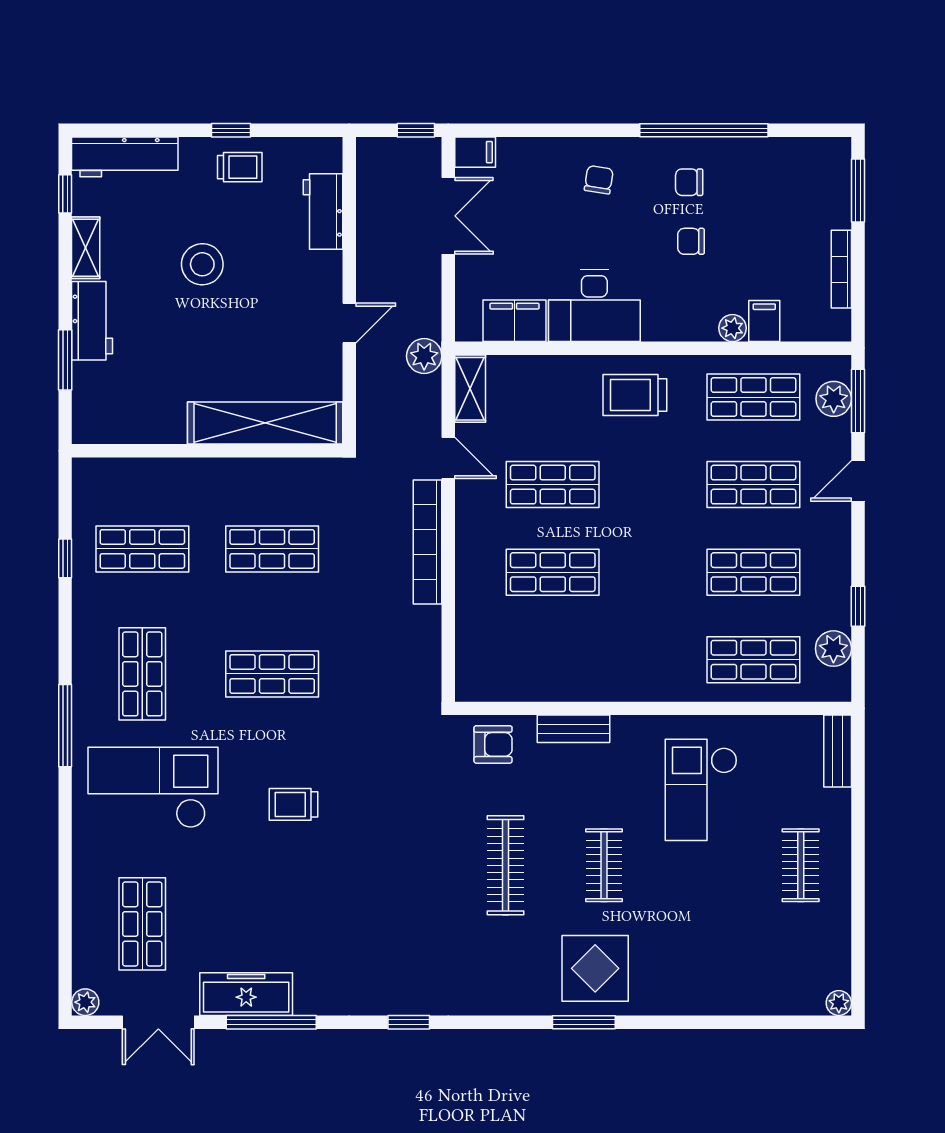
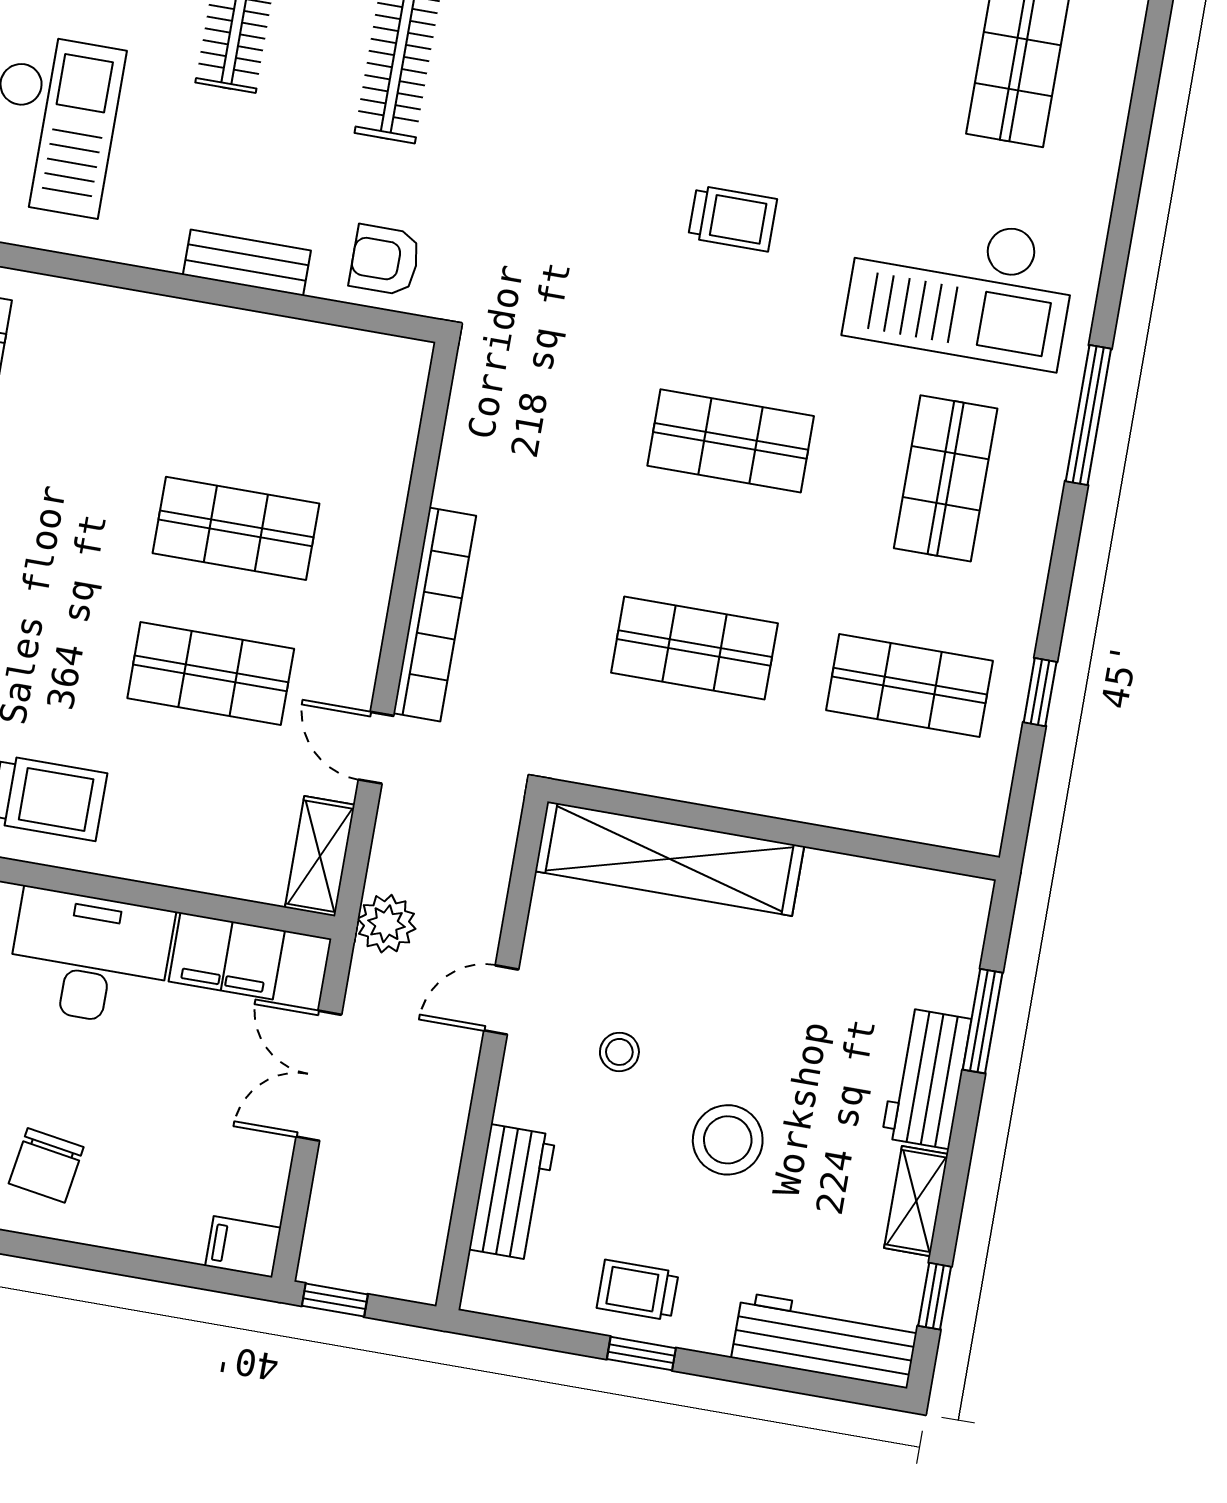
chair: (599, 180) -> (46, 1165), width x1.37, depth x1.37
double door: (448, 216) -> (319, 1076), moved
stool: (275, 305) -> (619, 1052), added

